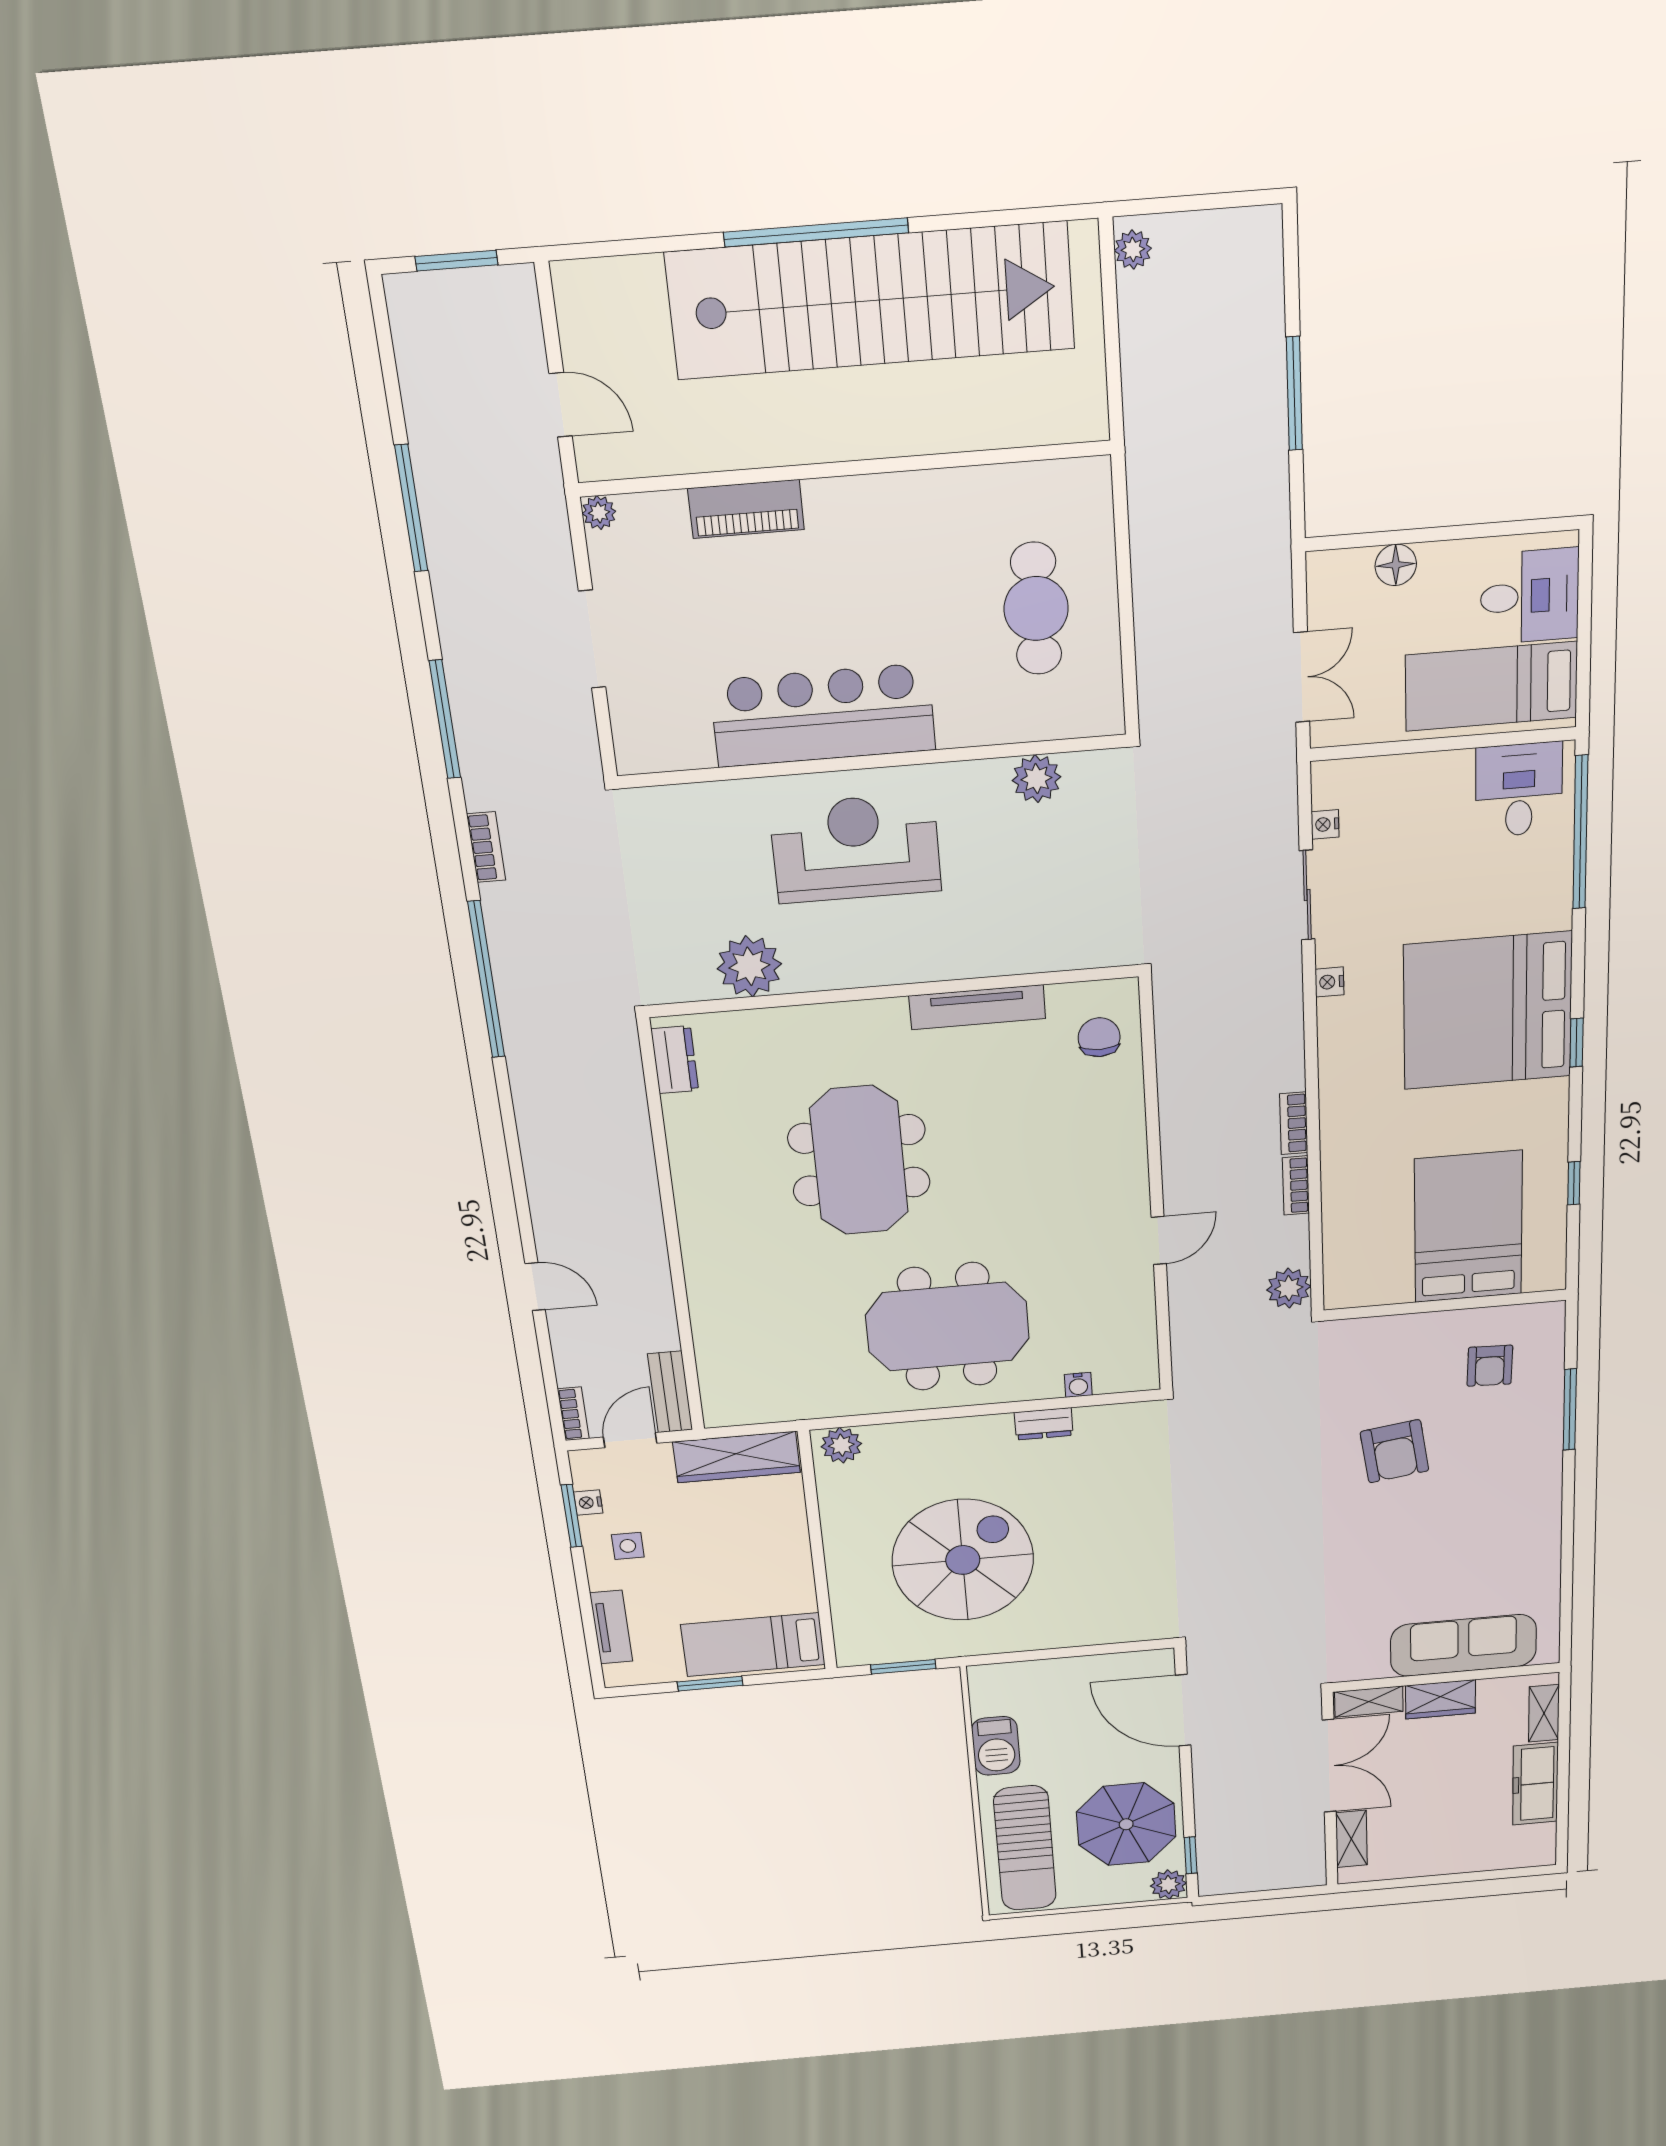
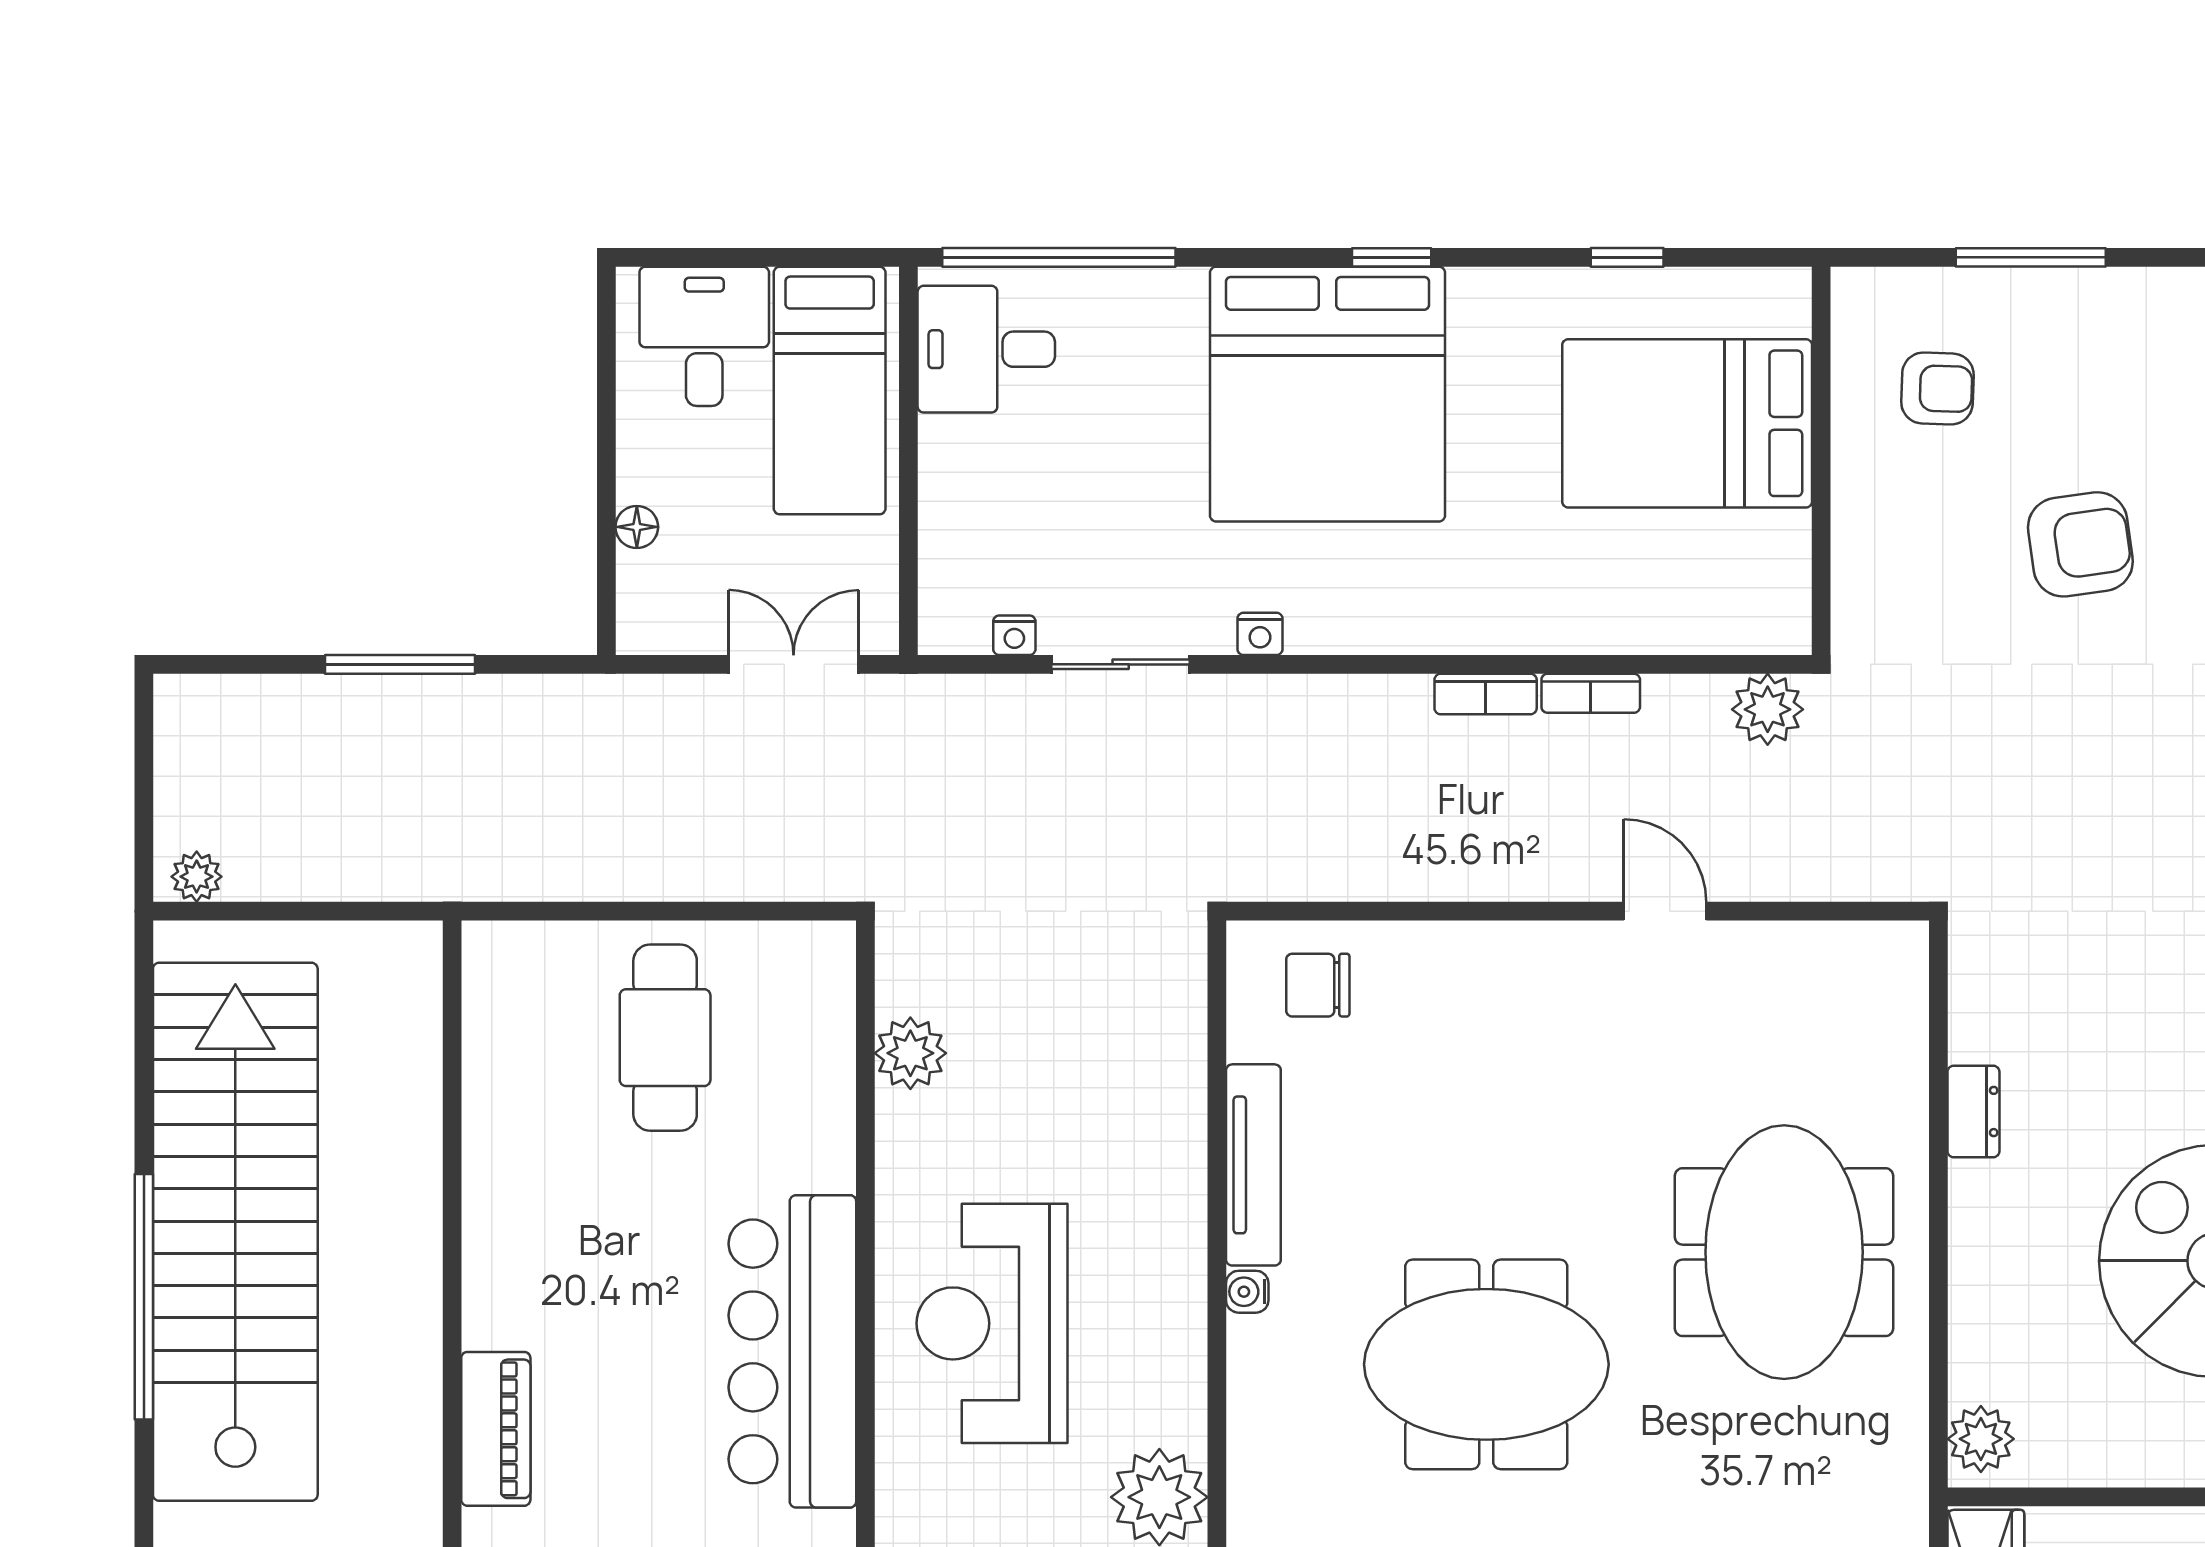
floor lamp: (1396, 565) -> (637, 527), width x0.73, depth x0.73
cafe table: (1036, 609) -> (665, 1038), turned 90
water cooler: (1078, 1385) -> (1247, 1292), moved, turned 180

